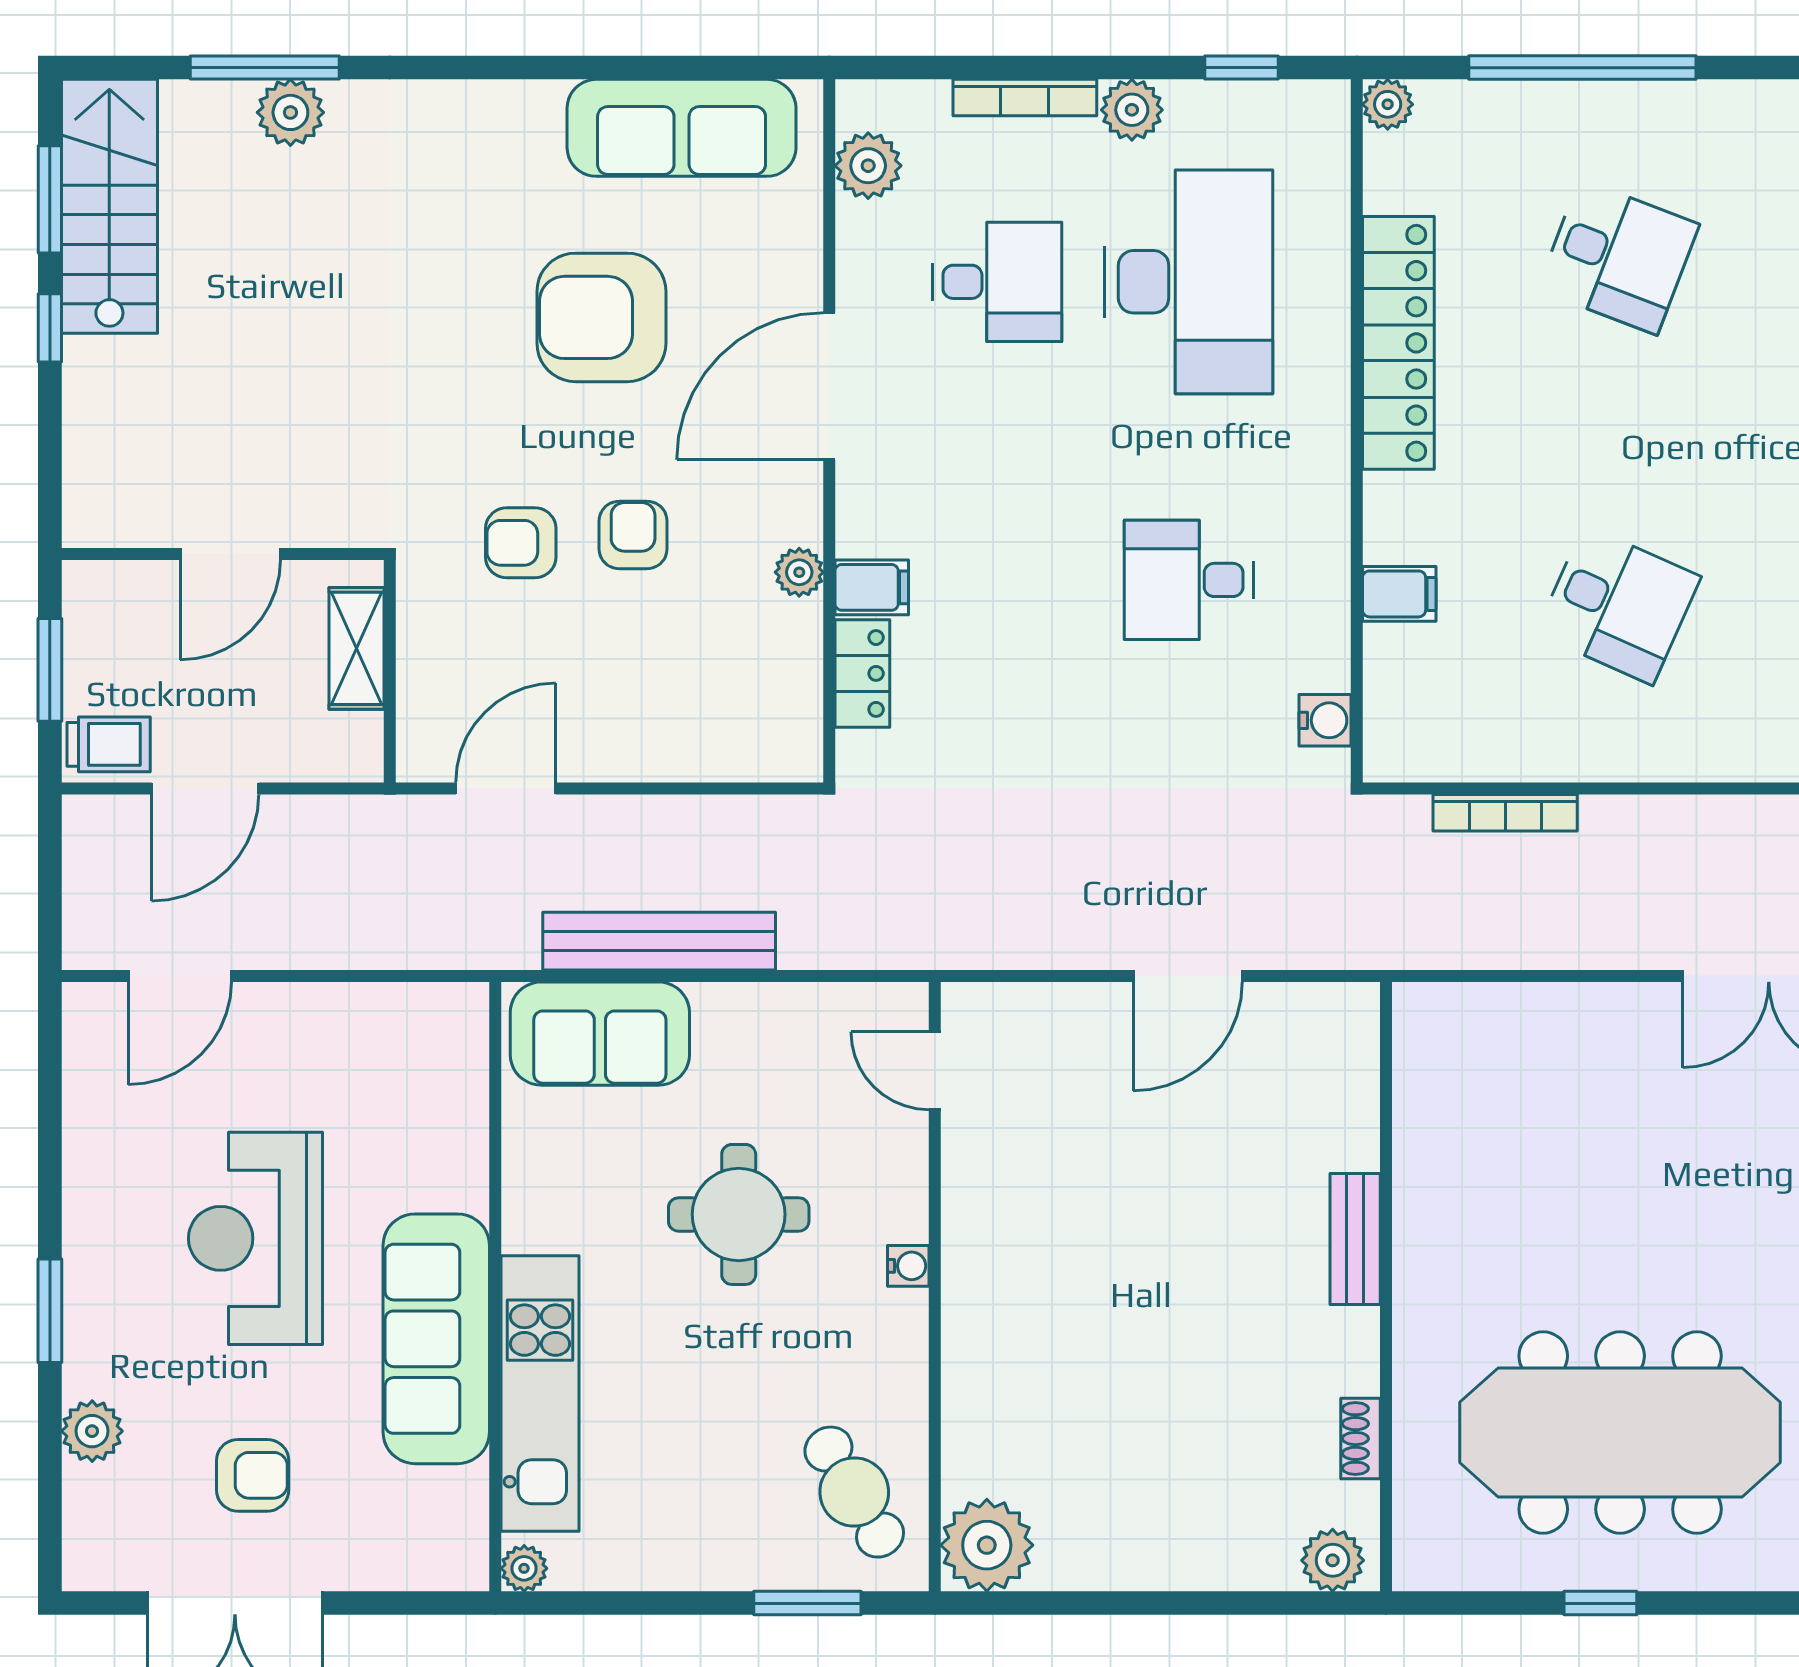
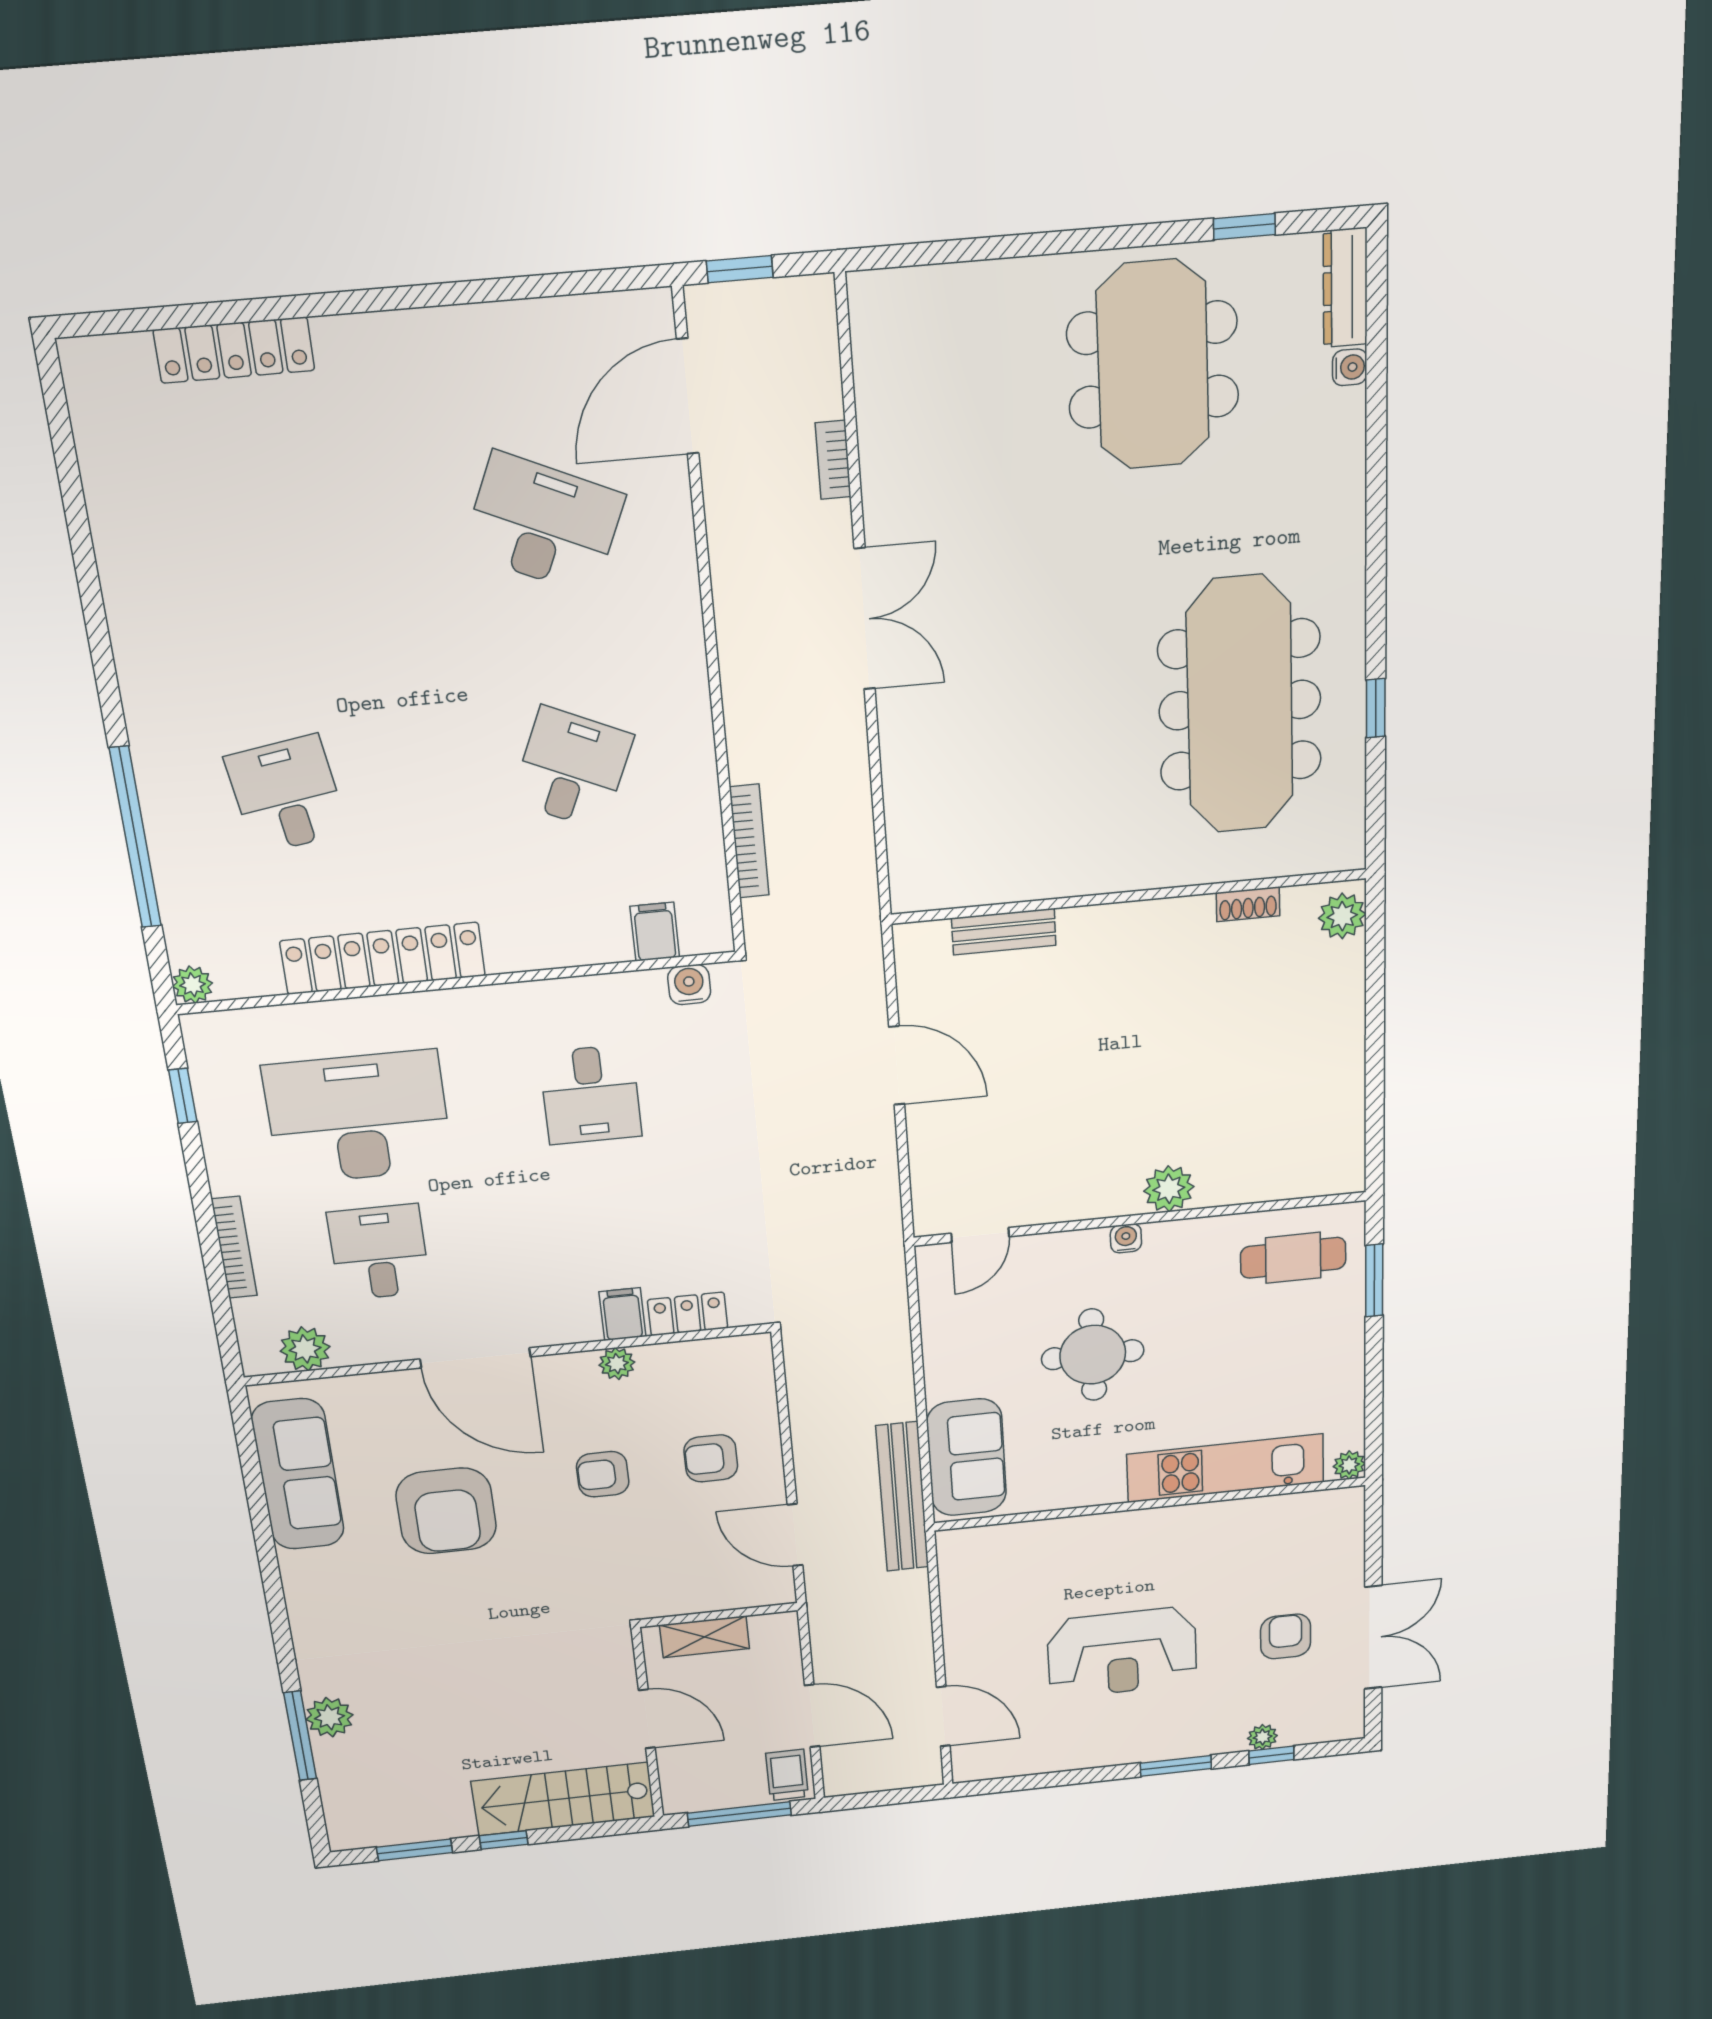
plant: (1132, 110) -> (230, 1171), removed
stairs: (109, 206) -> (563, 1799), moved
desk: (1618, 257) -> (287, 795), turned -30
armchair: (521, 543) -> (711, 1458), moved, turned 90
filing cabinet: (1399, 594) -> (655, 932), moved
window: (50, 670) -> (739, 1814), width x1.44
bench: (659, 941) -> (902, 1497), moved
bench: (1355, 1239) -> (1004, 932), moved
sofa: (436, 1339) -> (1188, 1536), removed
plant: (92, 1431) -> (1262, 1737), width x0.73, depth x0.73
window: (50, 1452) -> (1271, 1755), added
cafe table: (854, 1492) -> (1293, 1258), turned 31
plant: (987, 1545) -> (1169, 1189), moved, width x0.73, depth x0.73

